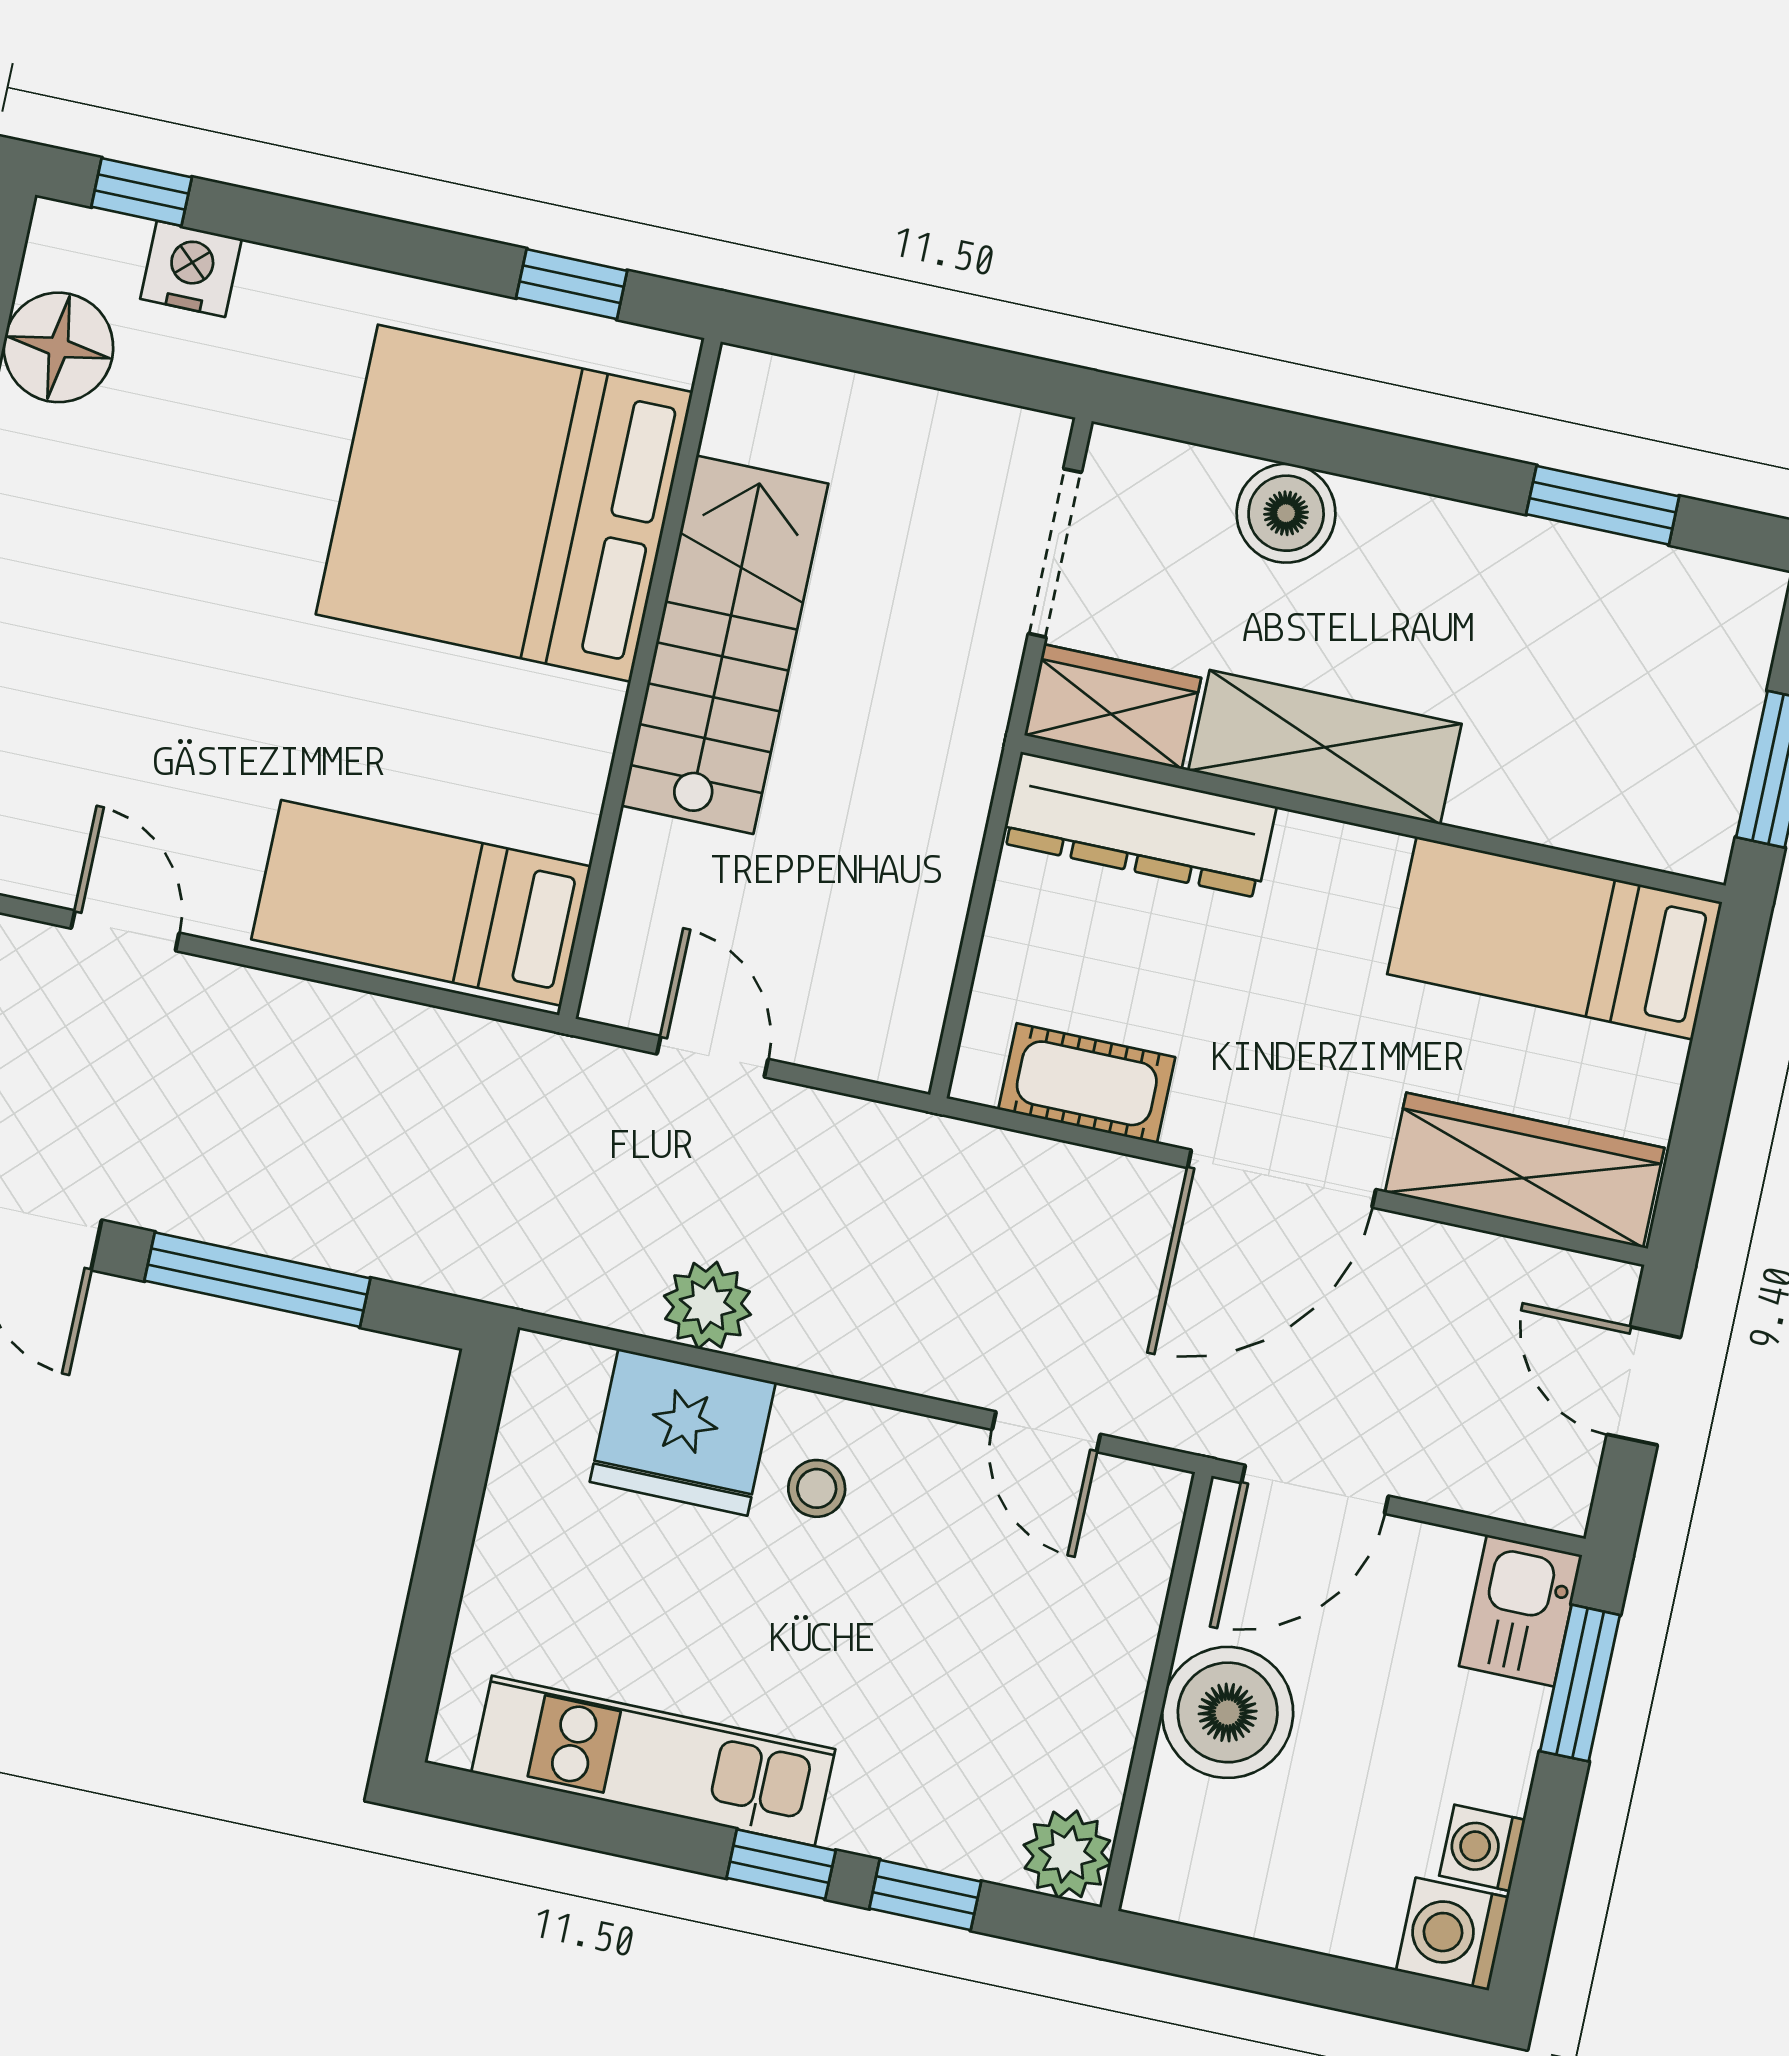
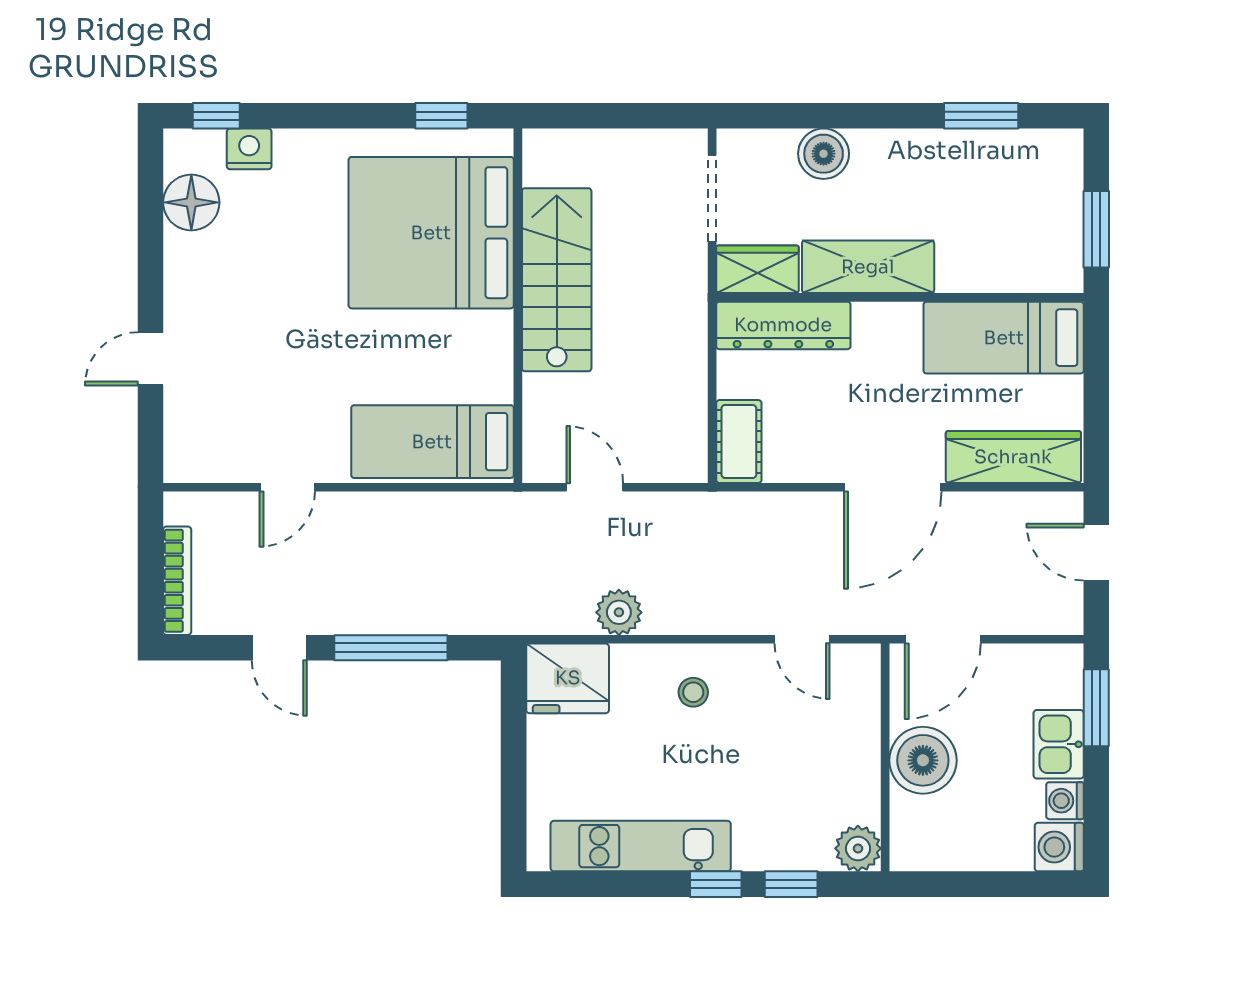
door: (125, 931) -> (287, 487), swing flipped
cot: (1087, 1083) -> (739, 442), moved, turned 90
fridge: (683, 1432) -> (568, 678), moved
kitchen sink: (1521, 1611) -> (1059, 744), moved

